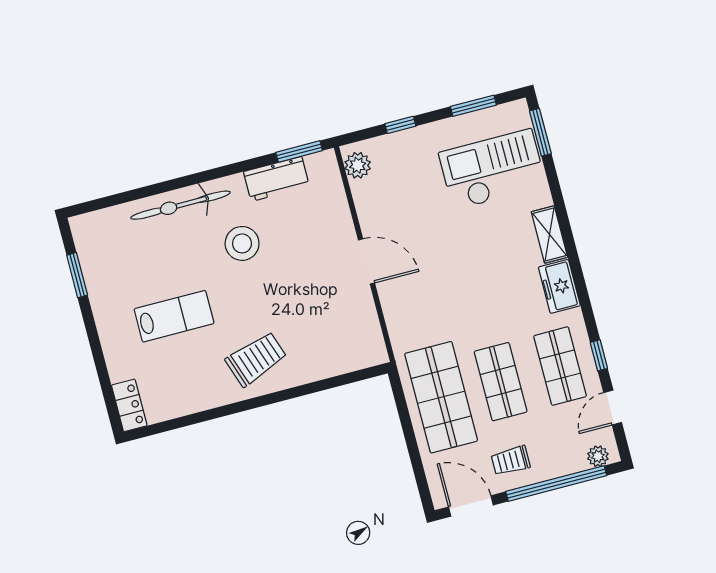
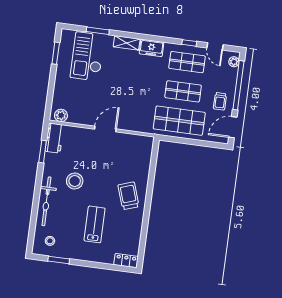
window: (400, 125) -> (51, 89), removed
window: (540, 132) -> (98, 31), moved
window: (299, 151) -> (43, 152), moved
workbench: (276, 179) -> (54, 138), moved
stool: (107, 243) -> (50, 241), added

